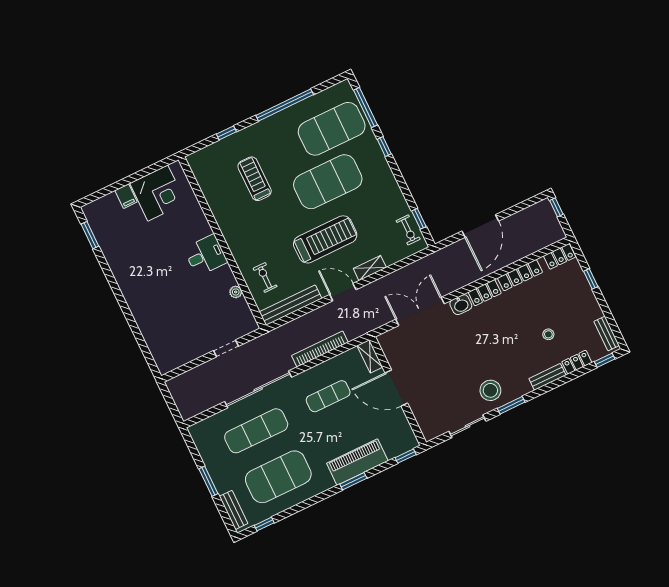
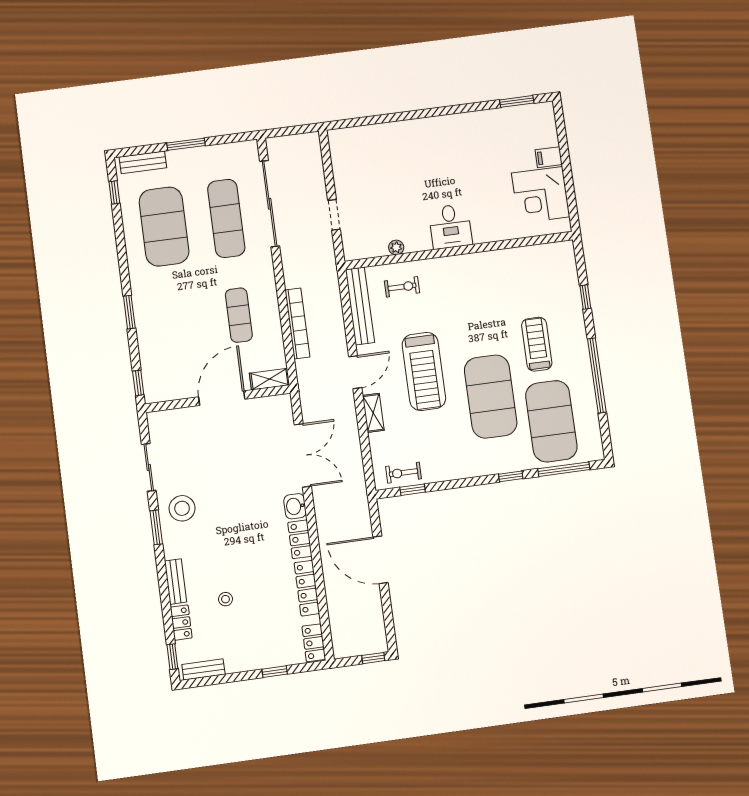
treadmill: (255, 179) -> (537, 344), moved, turned -90
sliding door: (258, 389) -> (270, 204), moved
piano: (357, 462) -> (150, 324), removed

